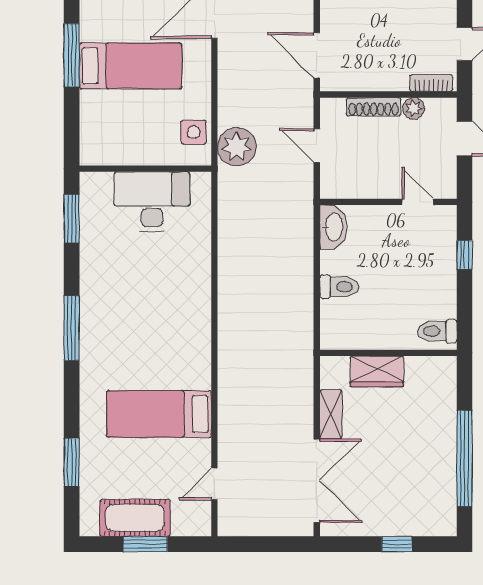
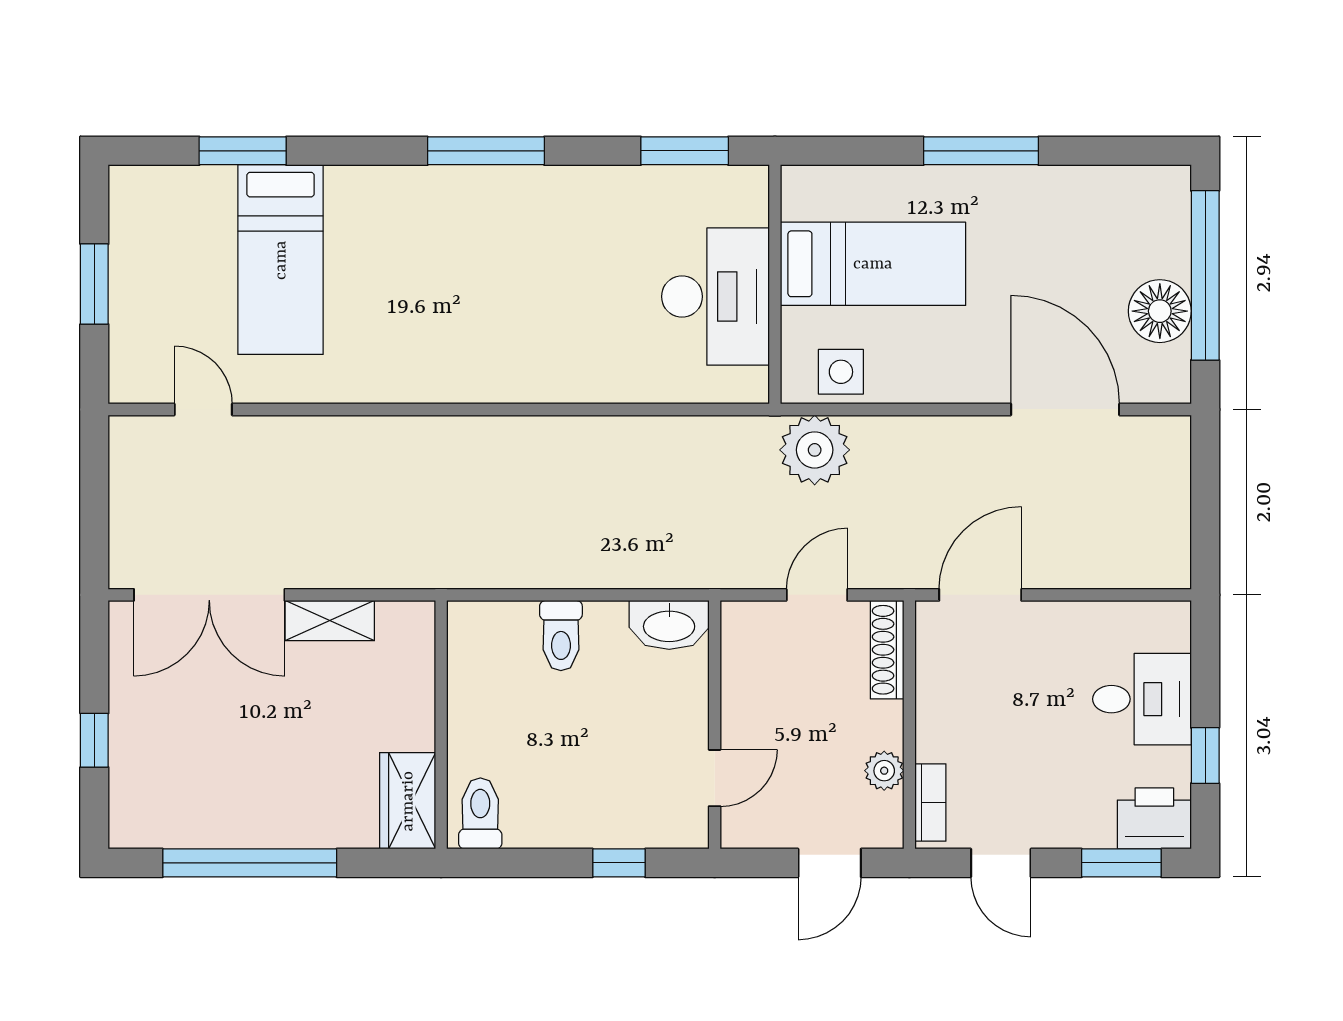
bed: (130, 66) -> (873, 264), moved, turned -90
shoe rack: (374, 107) -> (887, 650), moved
wardrobe: (377, 371) -> (408, 801), moved
bed: (159, 414) -> (281, 260), moved, turned 180
cot: (135, 518) -> (142, 265), removed

